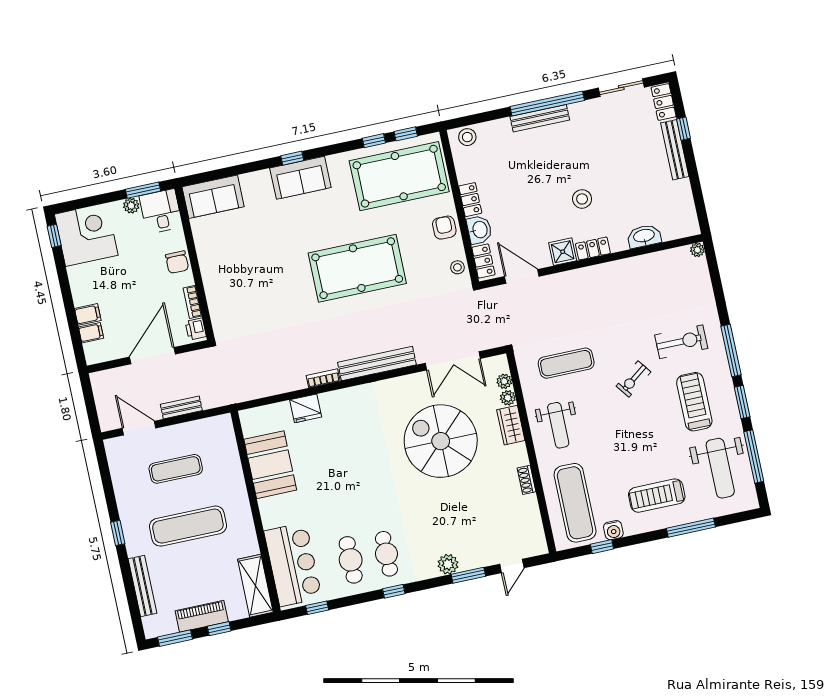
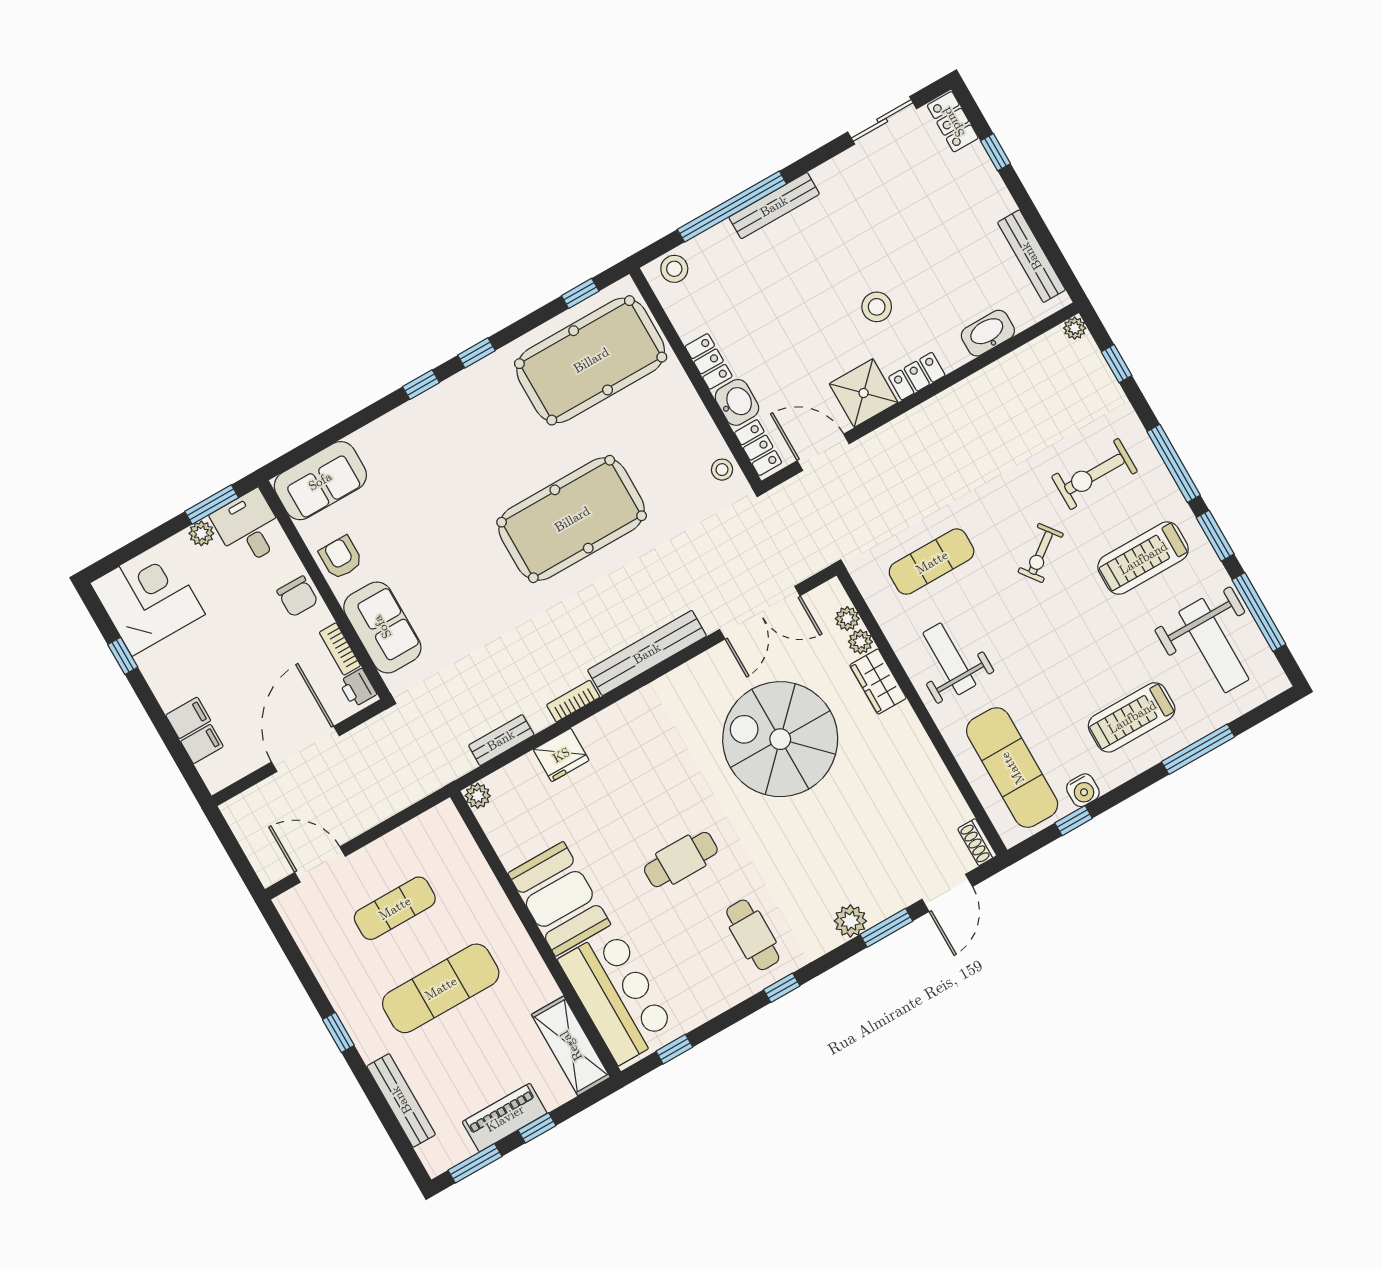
window: (547, 103) -> (732, 207), moved
window: (374, 141) -> (476, 353), moved
bench: (675, 150) -> (1031, 256), moved
sofa: (300, 178) -> (382, 627), moved, turned -90
armchair: (444, 228) -> (341, 558), moved
window: (54, 236) -> (123, 656), moved
shower: (563, 252) -> (864, 393), width x1.36, depth x1.36
window: (716, 279) -> (1117, 364), added
exercise bike: (681, 342) -> (1094, 474), turned 180
treadmill: (694, 402) -> (1143, 558), turned -90
bench: (181, 407) -> (501, 740), moved
plant: (247, 417) -> (478, 796), added
weight bench: (558, 425) -> (949, 659), turned 180
booth: (270, 465) -> (559, 899), moved
shoe rack: (526, 480) -> (977, 842), moved
cafe table: (351, 560) -> (681, 860), moved, turned 90
door: (512, 566) -> (947, 893), width x1.37

